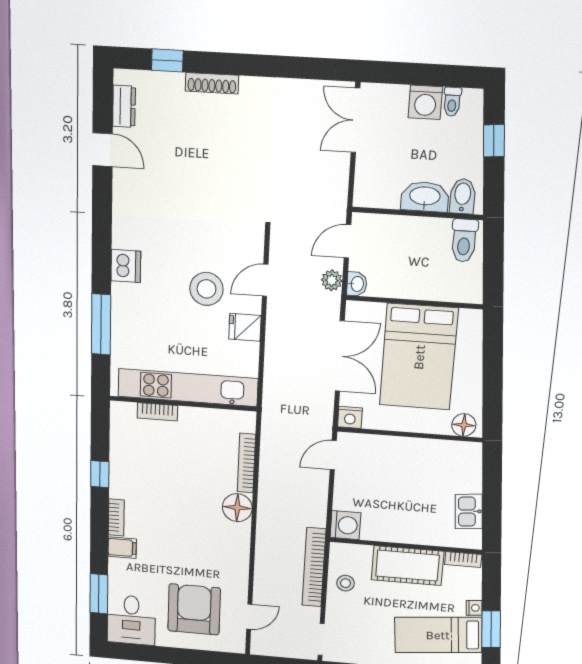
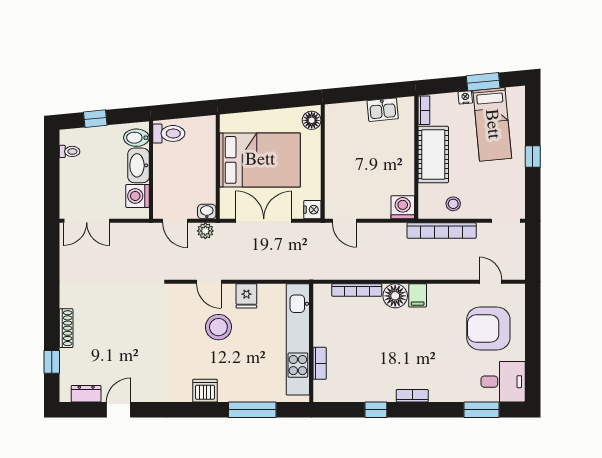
washing machine: (425, 102) -> (138, 196), moved, turned 180
filing cabinet: (122, 548) -> (418, 295), moved, turned 180

